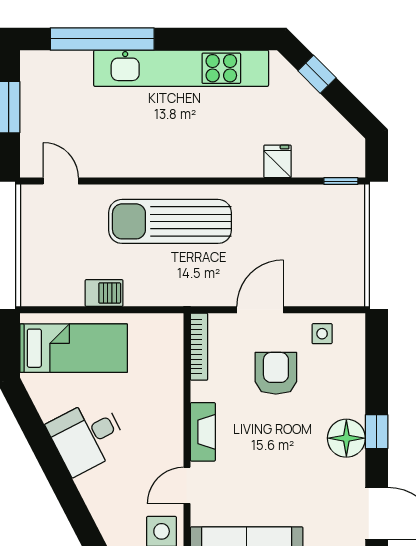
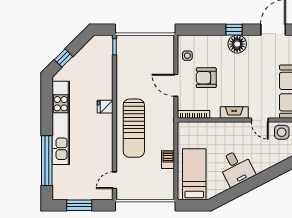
fridge: (278, 161) -> (105, 107), moved

